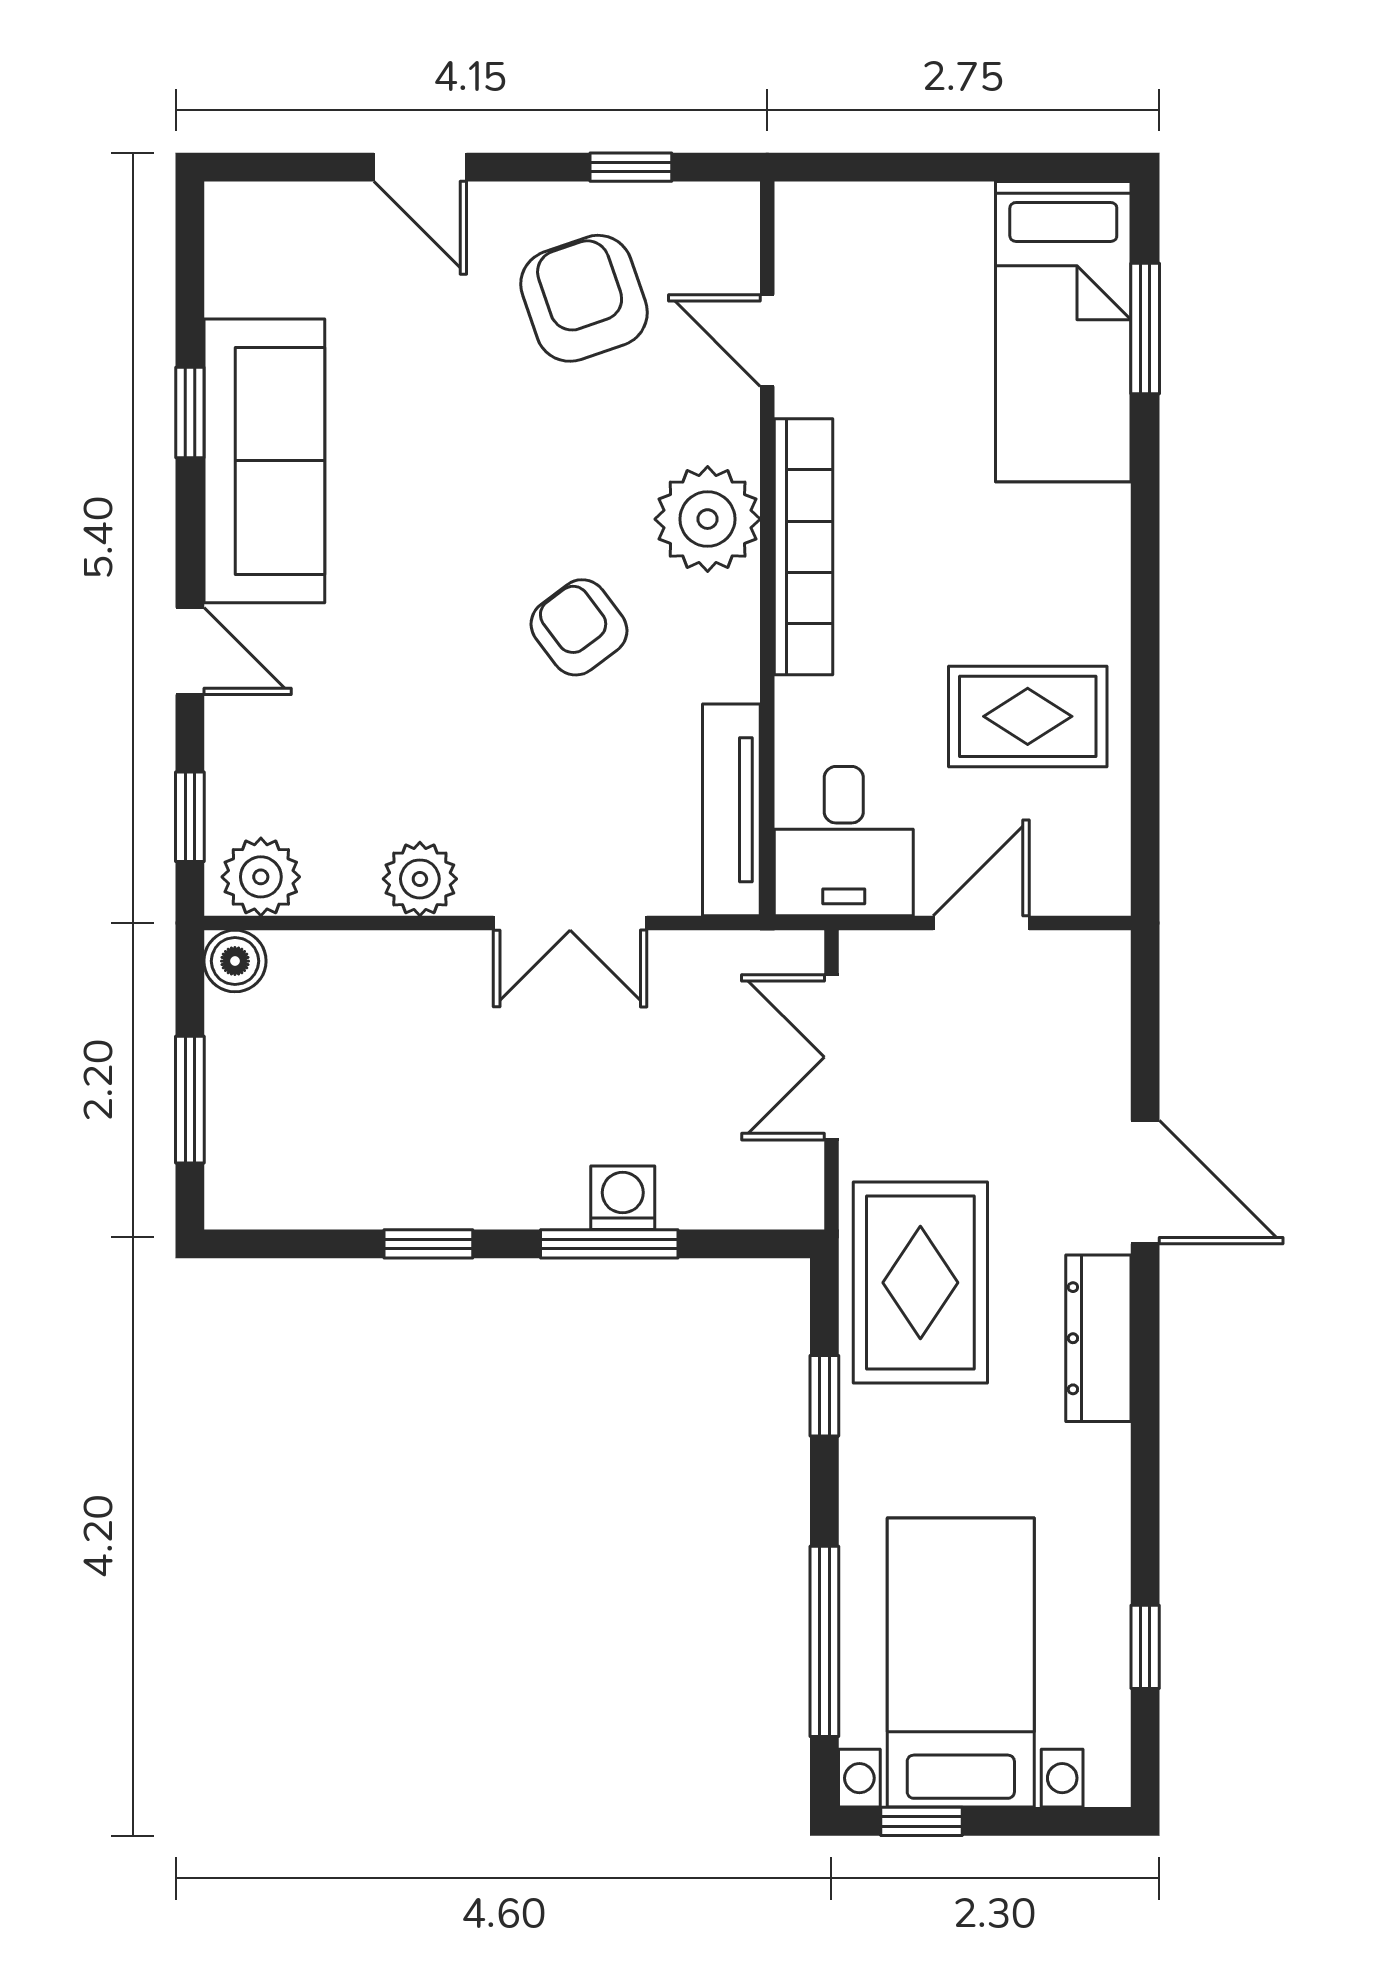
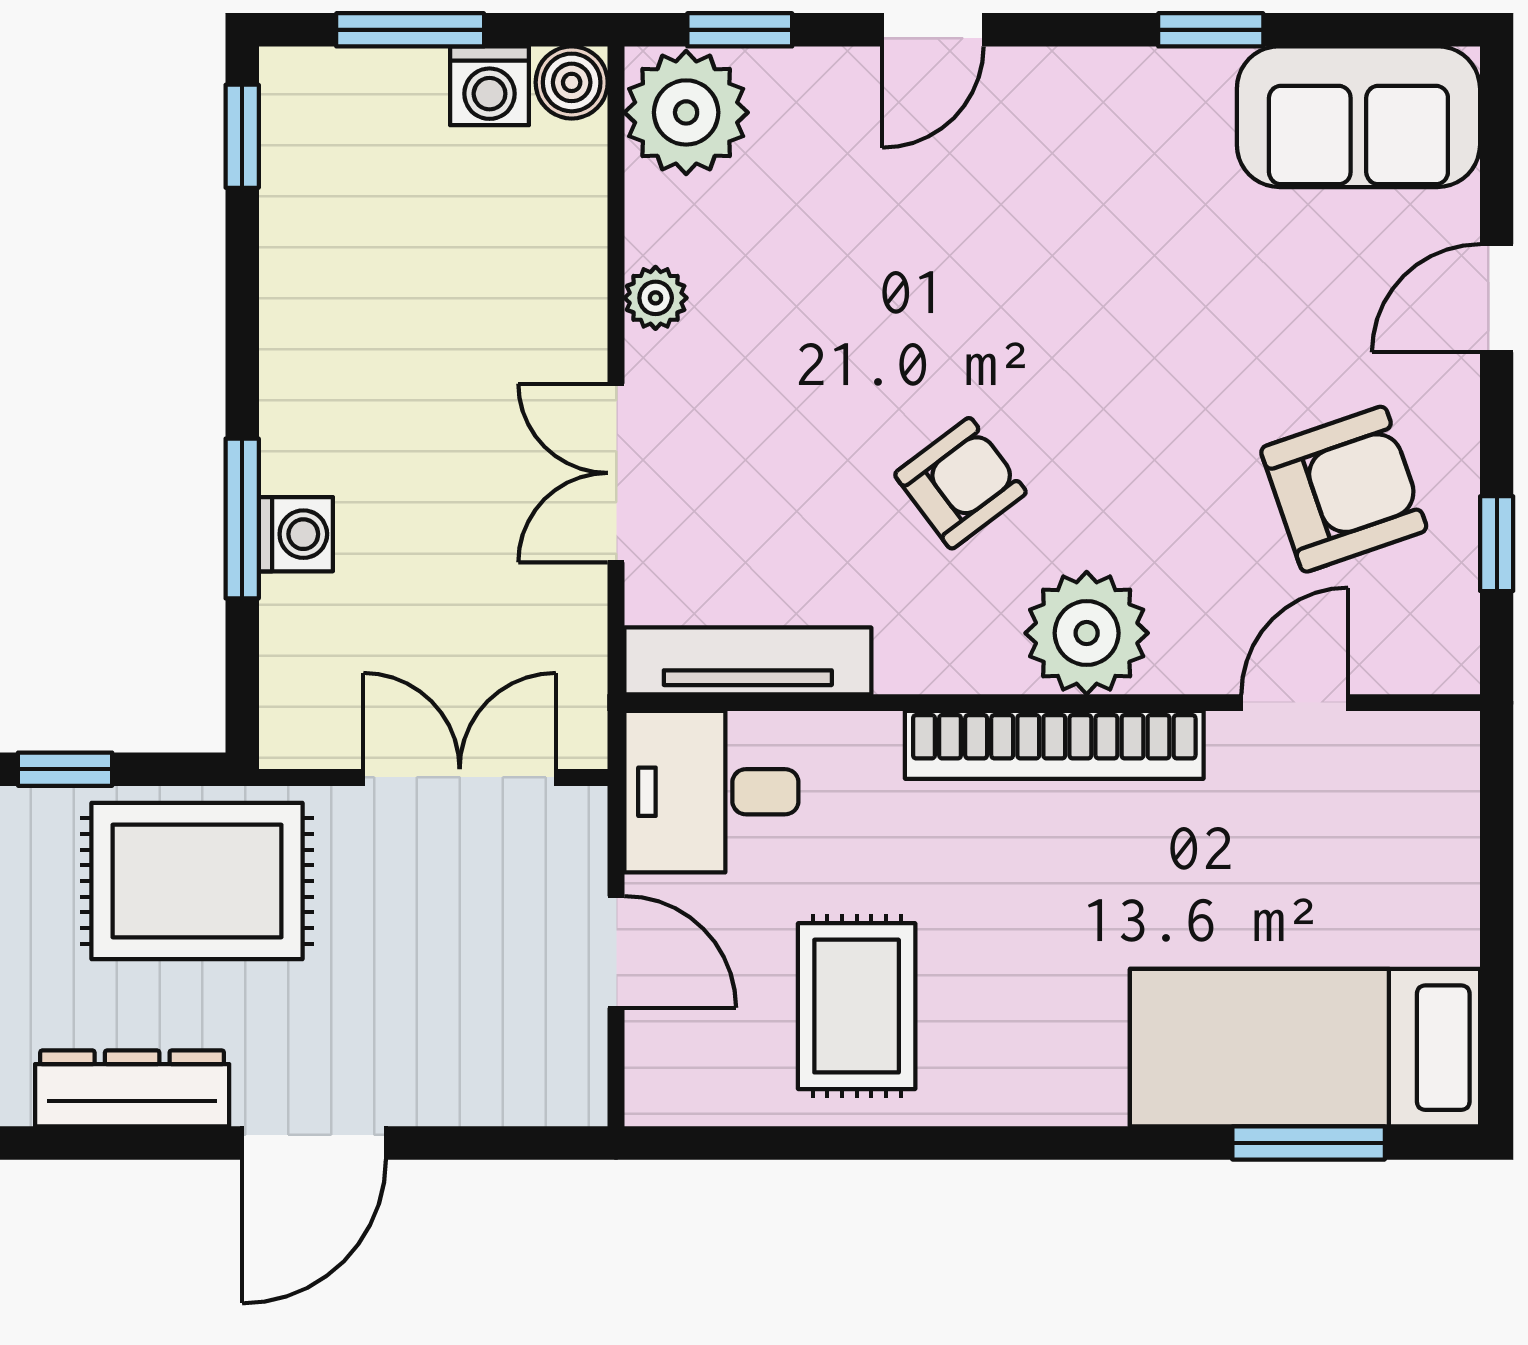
sofa: (264, 461) -> (1358, 117), moved, width x0.73
plant: (261, 877) -> (686, 112), width x1.36, depth x1.36
plant: (420, 879) -> (656, 298), width x0.73, depth x0.73
washing machine: (238, 1031) -> (490, 86), added
window: (428, 1244) -> (242, 136), moved

